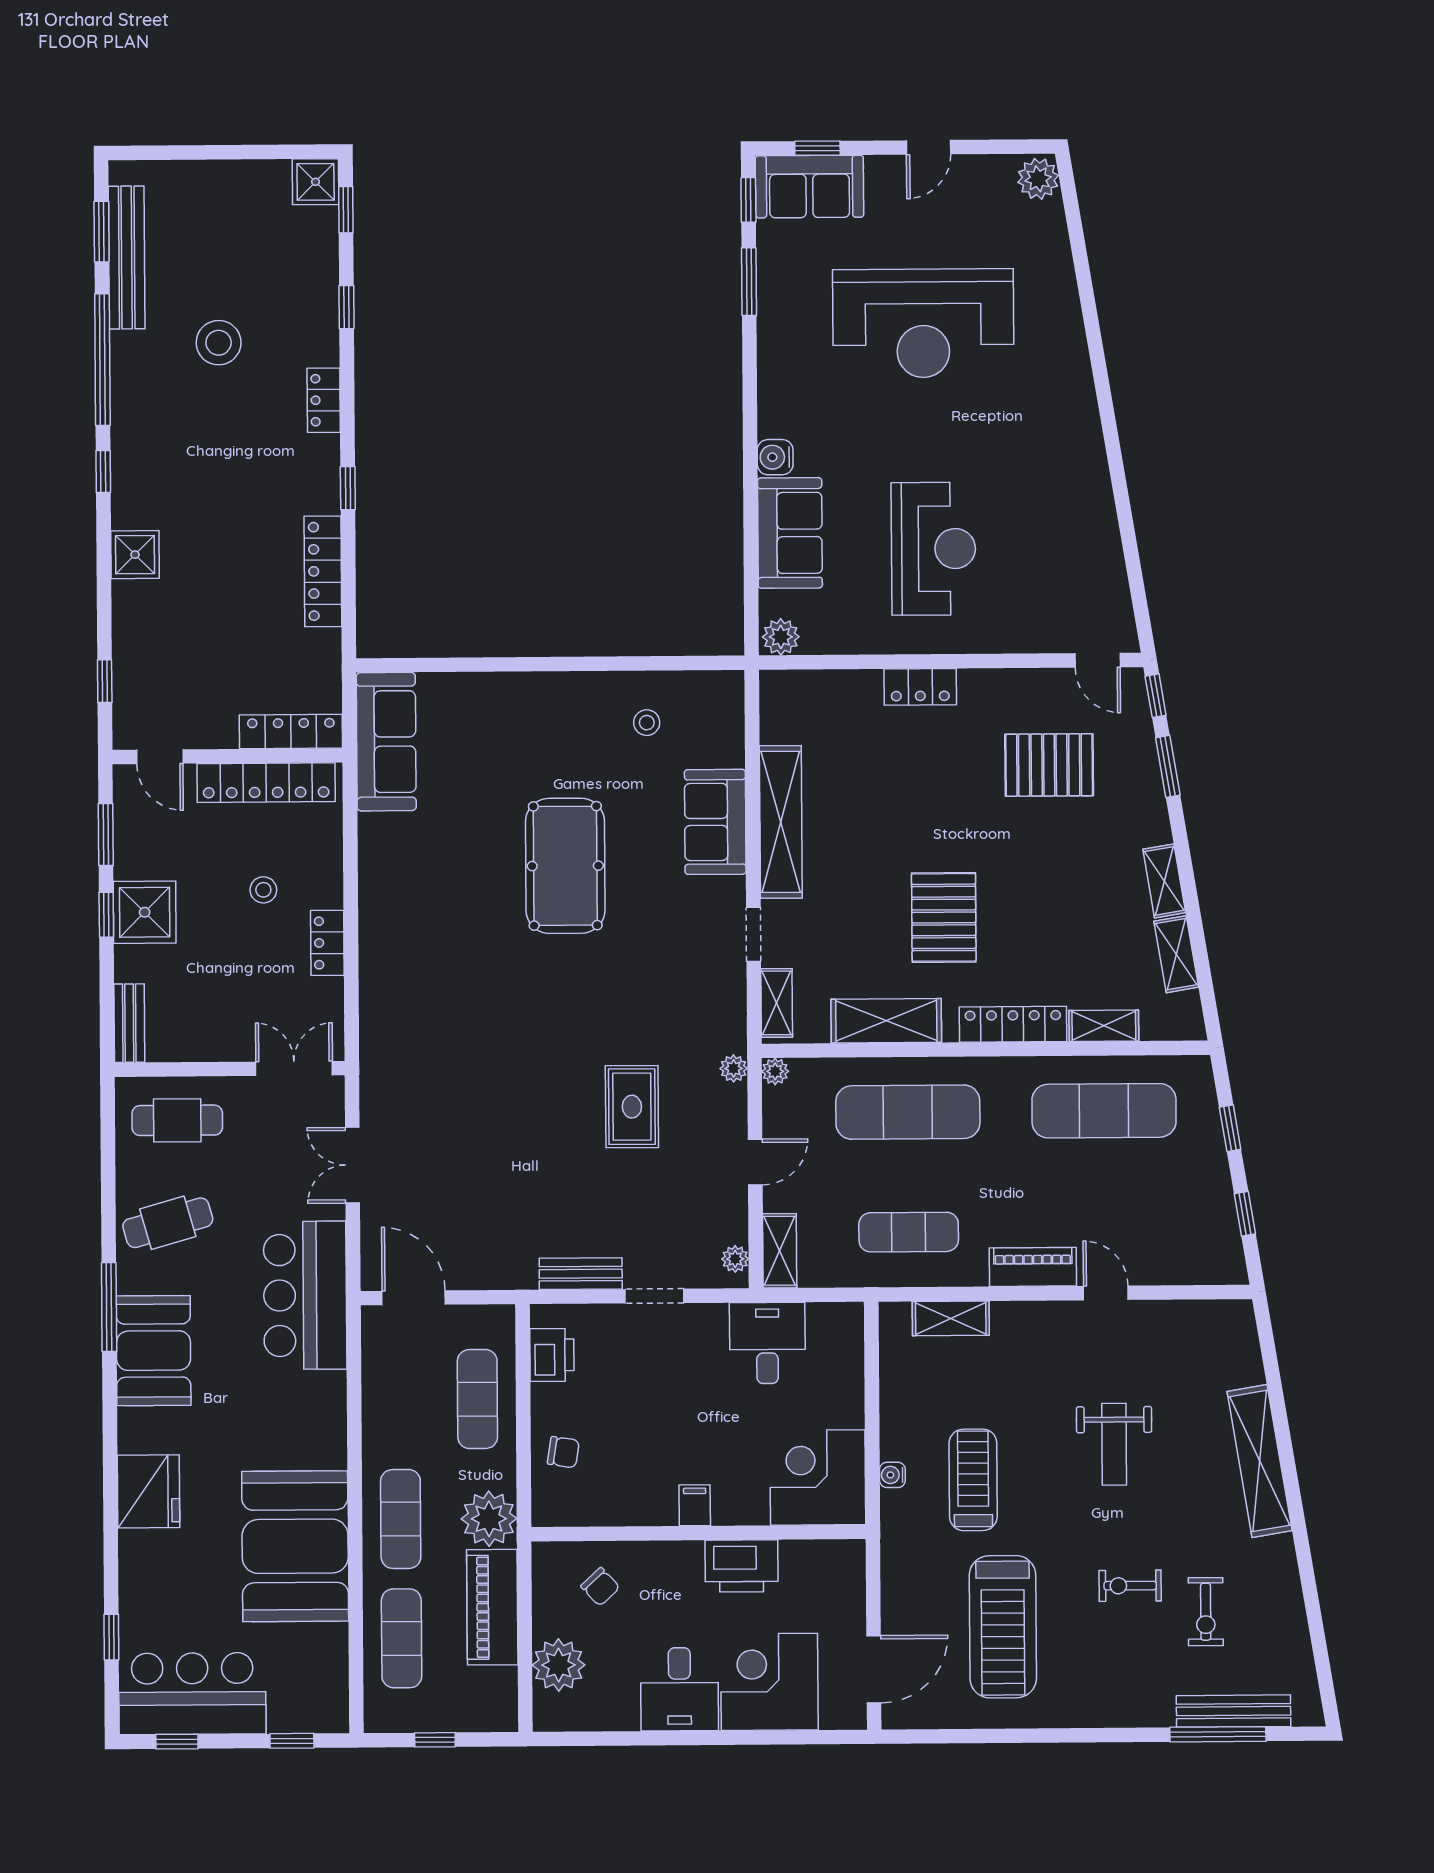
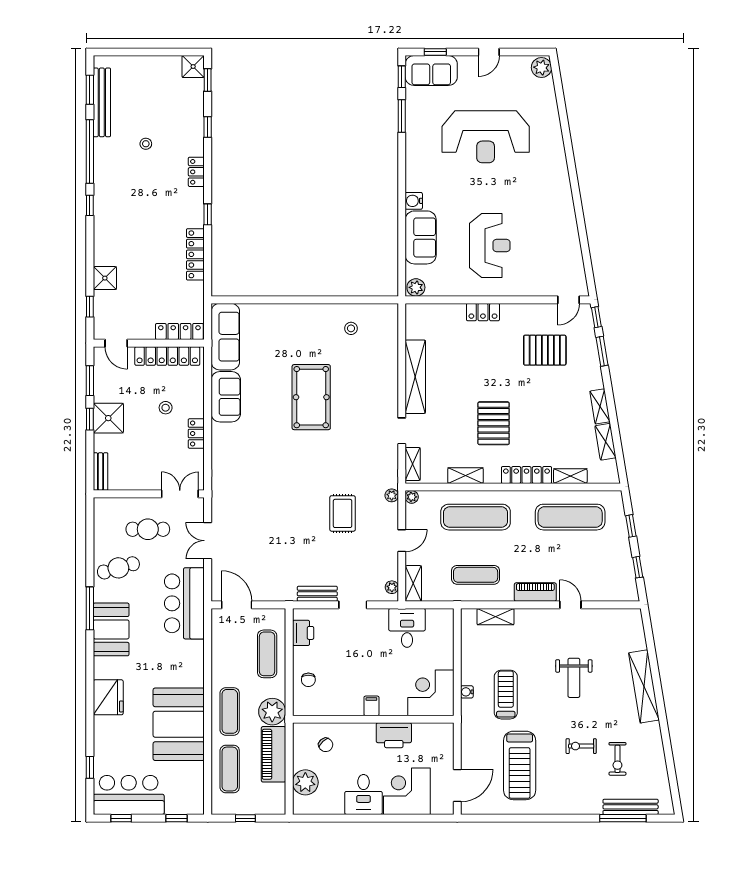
stool: (219, 343) -> (146, 144), width x0.53, depth x0.53
shower: (135, 555) -> (105, 278), moved
door: (1098, 660) -> (569, 300), hinge flipped
sofa: (715, 822) -> (226, 397), moved, turned 180
shelving: (886, 1021) -> (465, 476), width x0.67, depth x0.75
cafe table: (177, 1120) -> (148, 529), moved
chair: (563, 1452) -> (308, 680), turned 81

